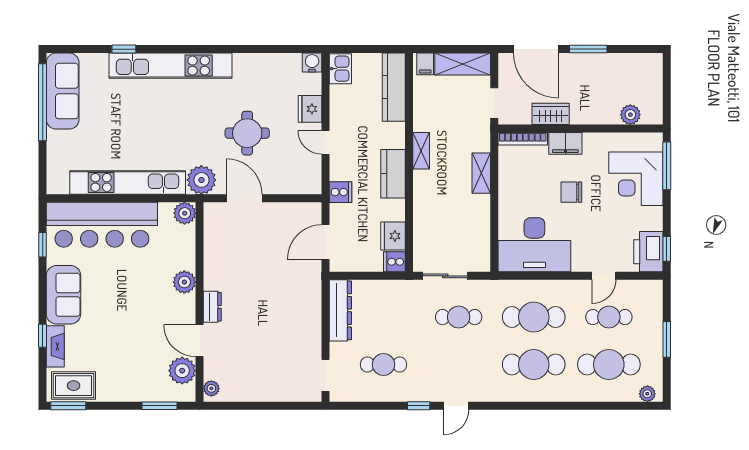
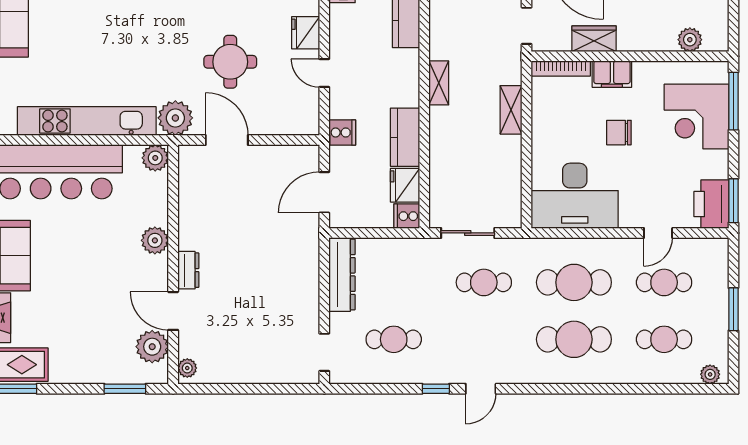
kitchen counter: (393, 174) -> (405, 137), moved
window: (667, 249) -> (733, 201), width x1.50
cafe table: (609, 364) -> (664, 339), width x0.73, depth x0.74

